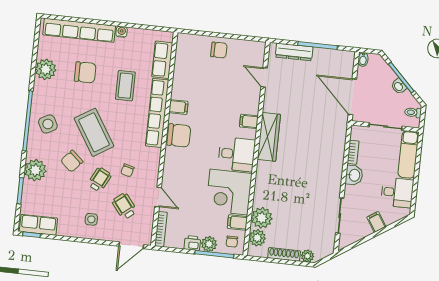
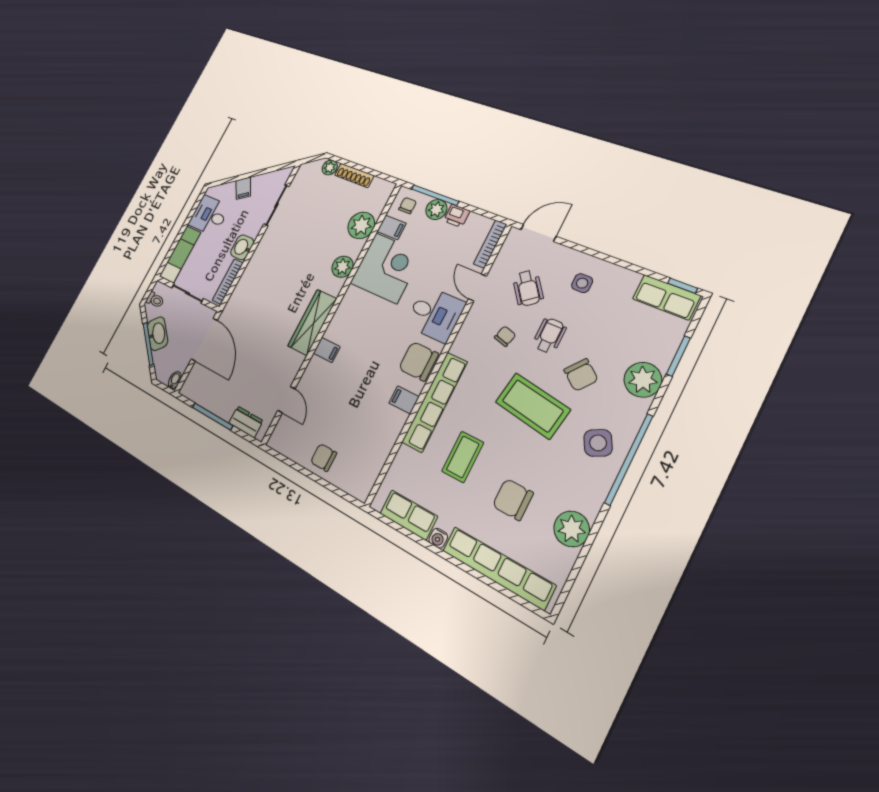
dresser: (294, 52) -> (246, 422), width x0.70
row of seats: (162, 60) -> (409, 515), moved, turned -90
washbasin: (399, 86) -> (158, 334), width x1.91, depth x1.45
coffee table: (94, 132) -> (533, 406), turned -49
bookcase: (353, 152) -> (228, 282), width x1.56
desk: (237, 154) -> (435, 314), moved, turned 180
chair: (72, 161) -> (581, 375), turned 86
wheelchair: (100, 180) -> (549, 336), turned 153
plant: (257, 238) -> (342, 267), moved

